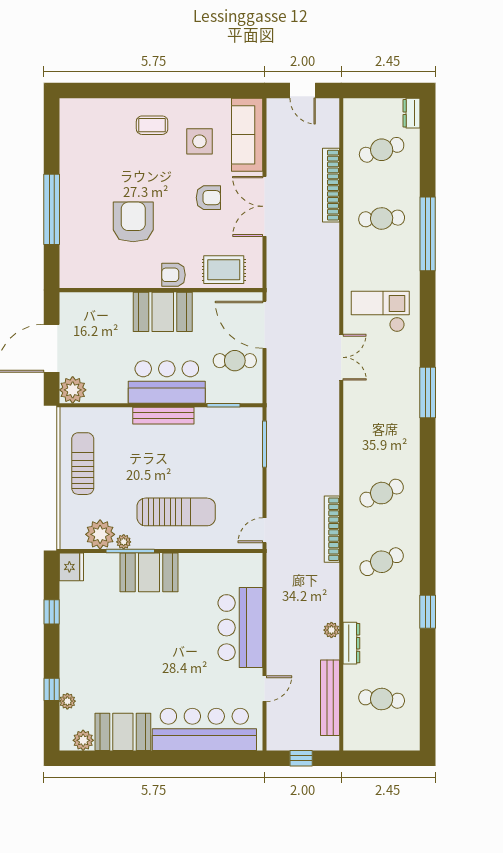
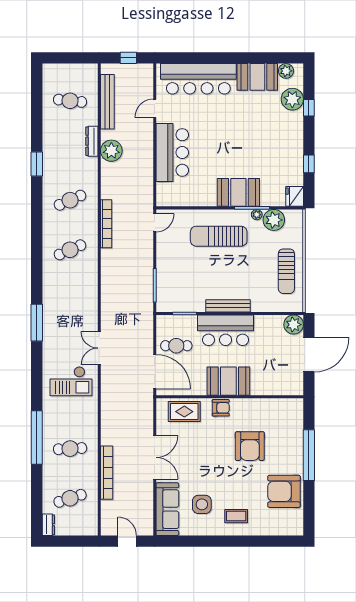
armchair: (208, 198) -> (284, 491), moved, width x1.88, depth x1.88
plant: (331, 630) -> (111, 151), width x1.88, depth x1.88
plant: (67, 701) -> (292, 99), width x1.88, depth x1.88

